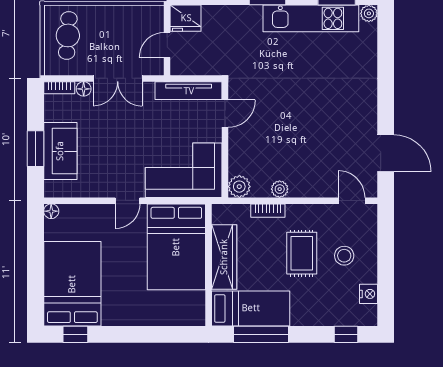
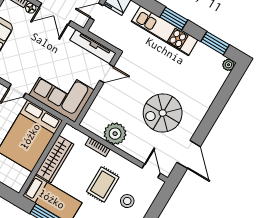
kitchen unit: (311, 18) -> (165, 31), moved
spiral stairs: (323, 121) -> (163, 113), added
plant: (239, 187) -> (89, 122), removed
plant: (280, 189) -> (115, 134), width x1.88, depth x1.88

